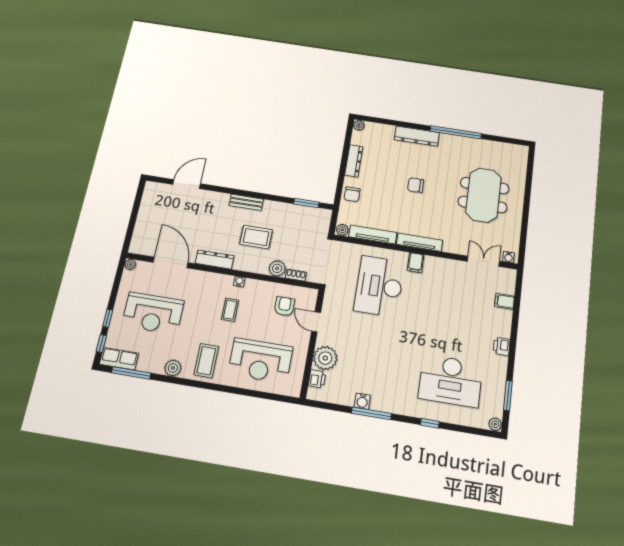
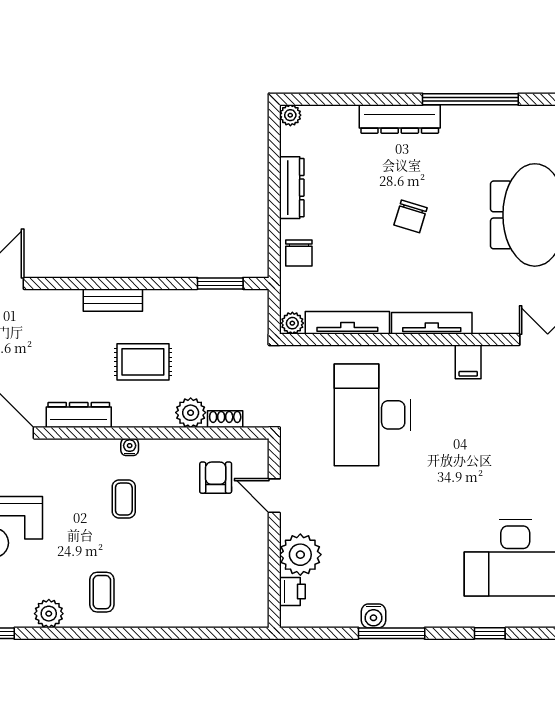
chair: (416, 185) -> (411, 216), turned -73
filing cabinet: (416, 263) -> (468, 362), moved
reception desk: (260, 360) -> (192, 577), removed
coffee table: (206, 361) -> (102, 592), width x0.73, depth x0.77

